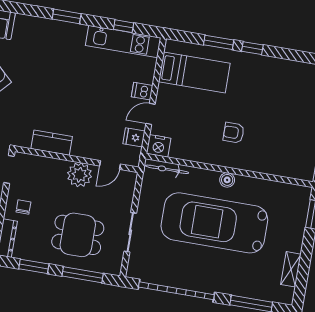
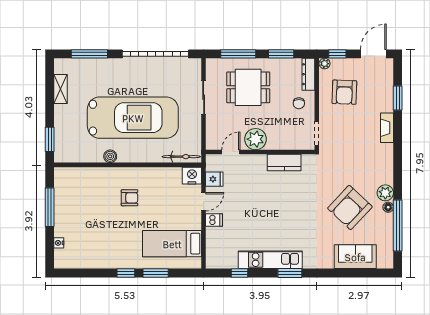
kitchen unit: (123, 42) -> (270, 260), moved
boiler: (227, 180) -> (110, 156), moved

